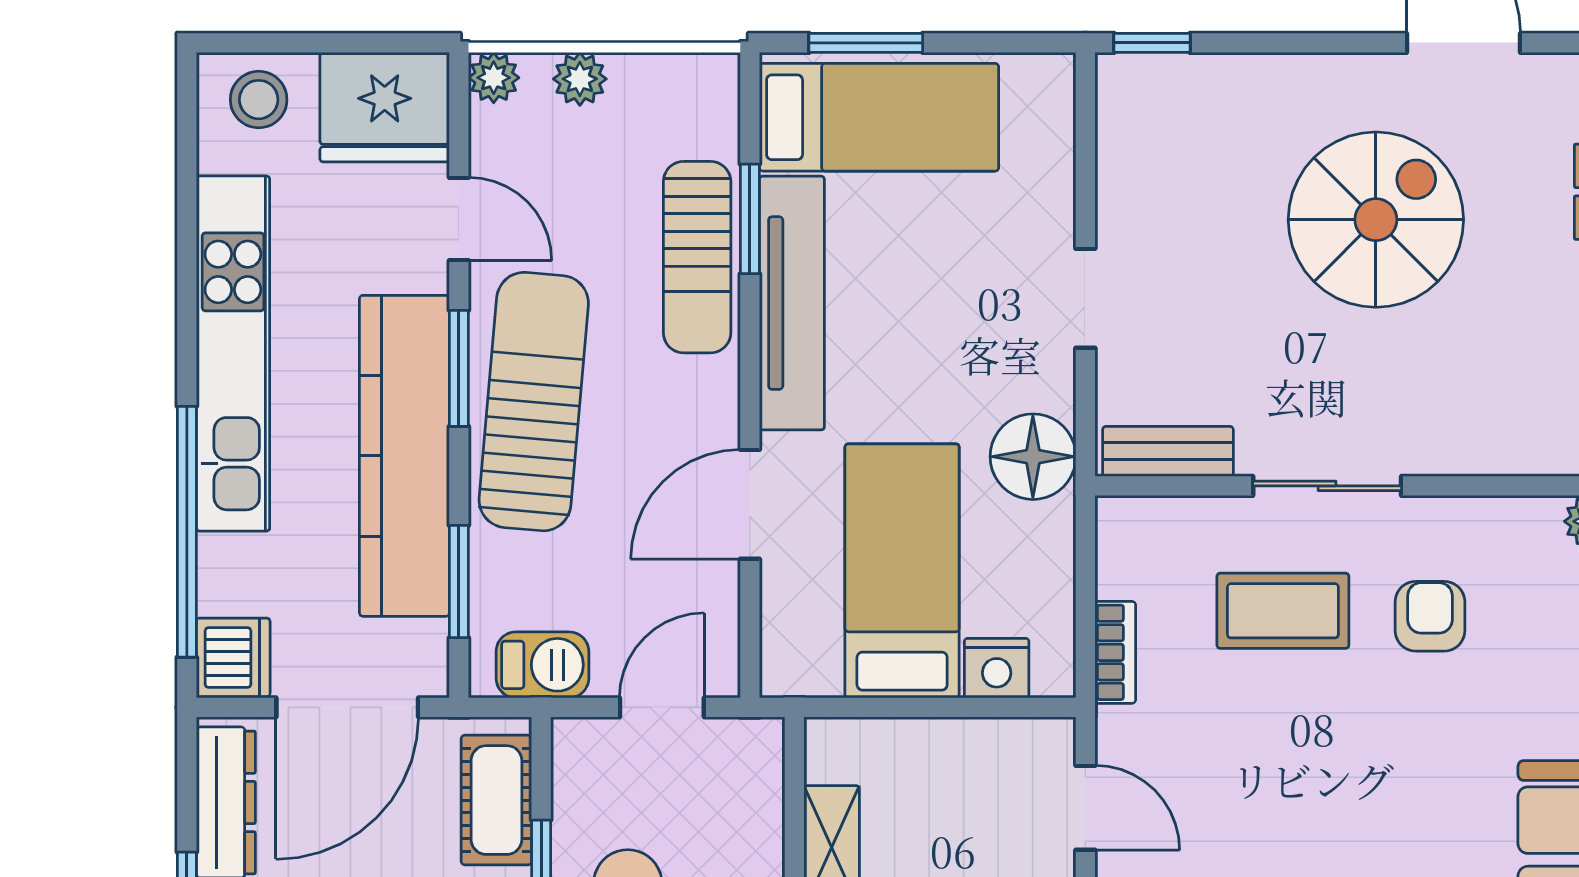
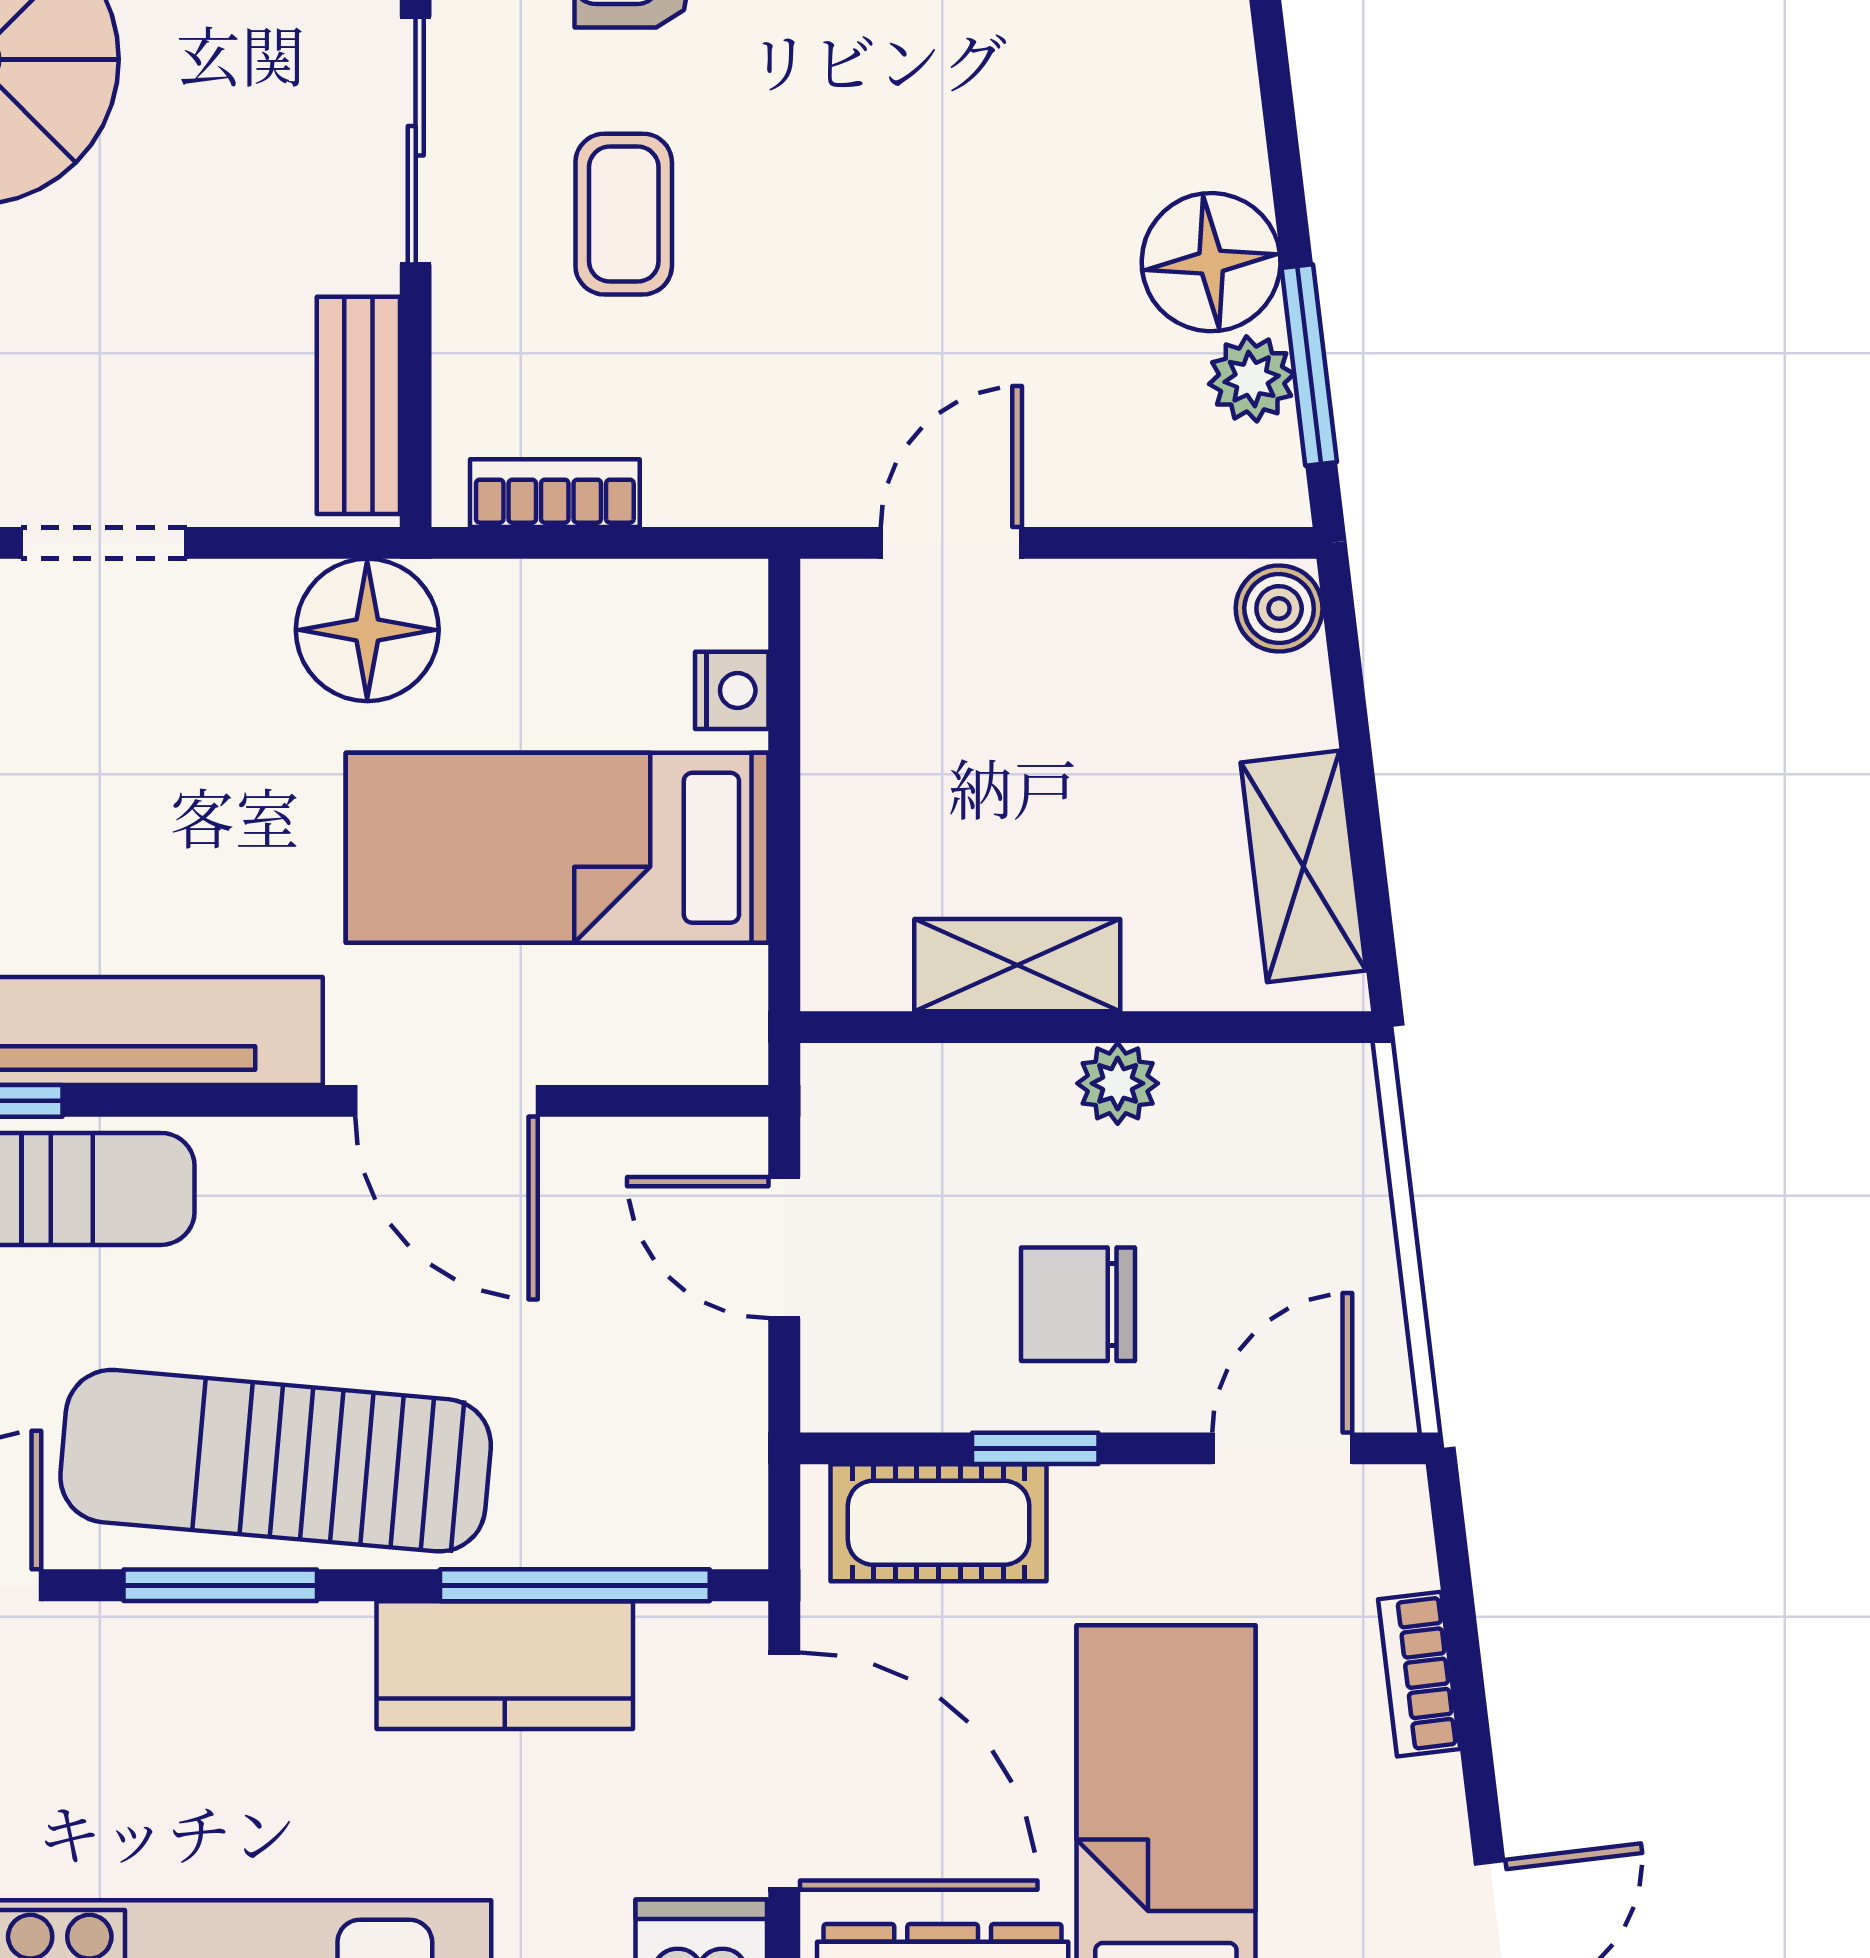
kitchen counter: (404, 456) -> (505, 1665), width x0.48, depth x0.86
window: (459, 581) -> (575, 1585), width x1.44
coffee table: (1283, 611) -> (624, 214), width x0.73, depth x0.77
bookcase: (1115, 652) -> (555, 493), moved
barbecue: (542, 665) -> (714, 1446), removed
nightstand: (997, 668) -> (732, 690), width x0.72, depth x0.74

